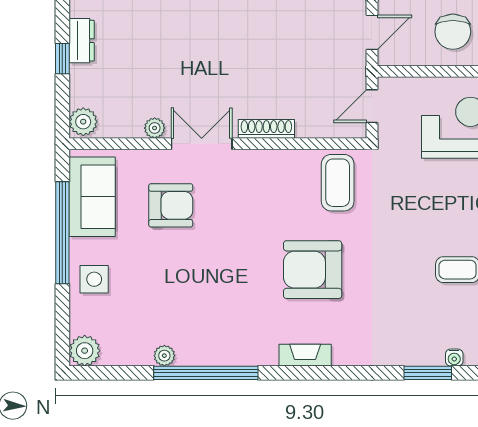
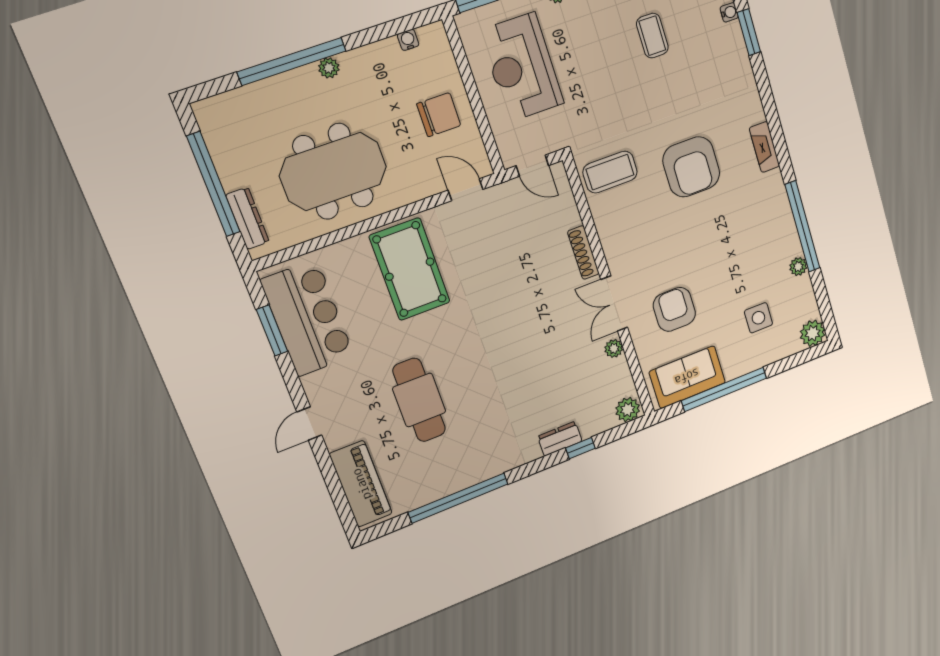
side table: (94, 279) -> (758, 318), moved

